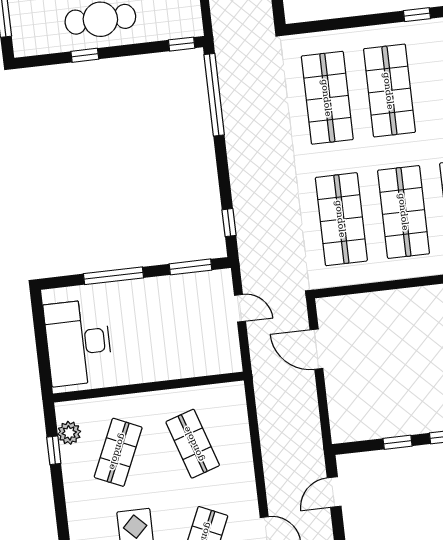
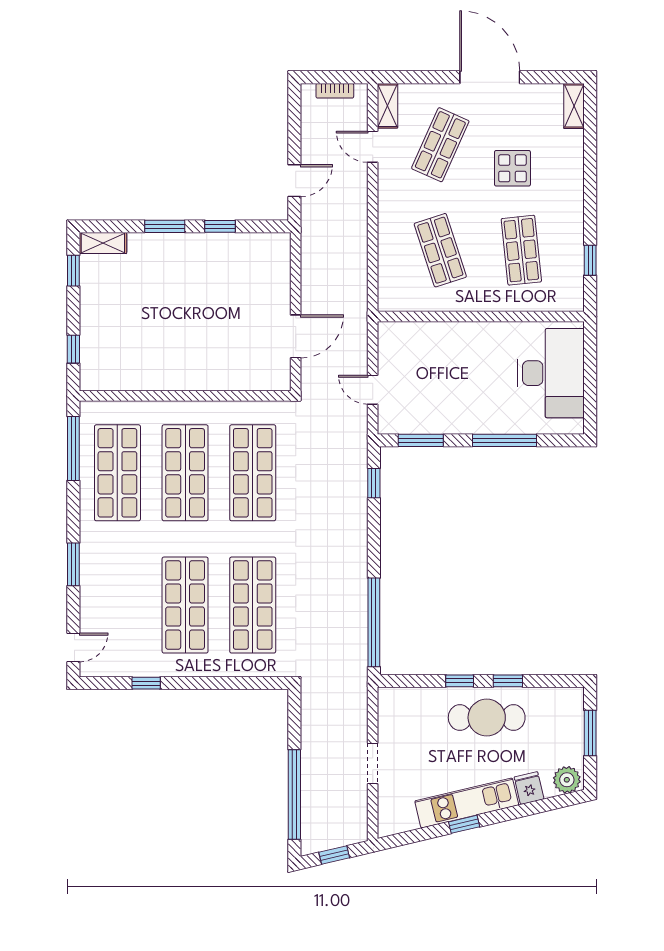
window: (182, 44) -> (460, 681), moved
door: (316, 349) -> (296, 336), hinge flipped
plant: (69, 433) -> (572, 277), removed
shop shelf: (118, 452) -> (521, 250), turned -30

